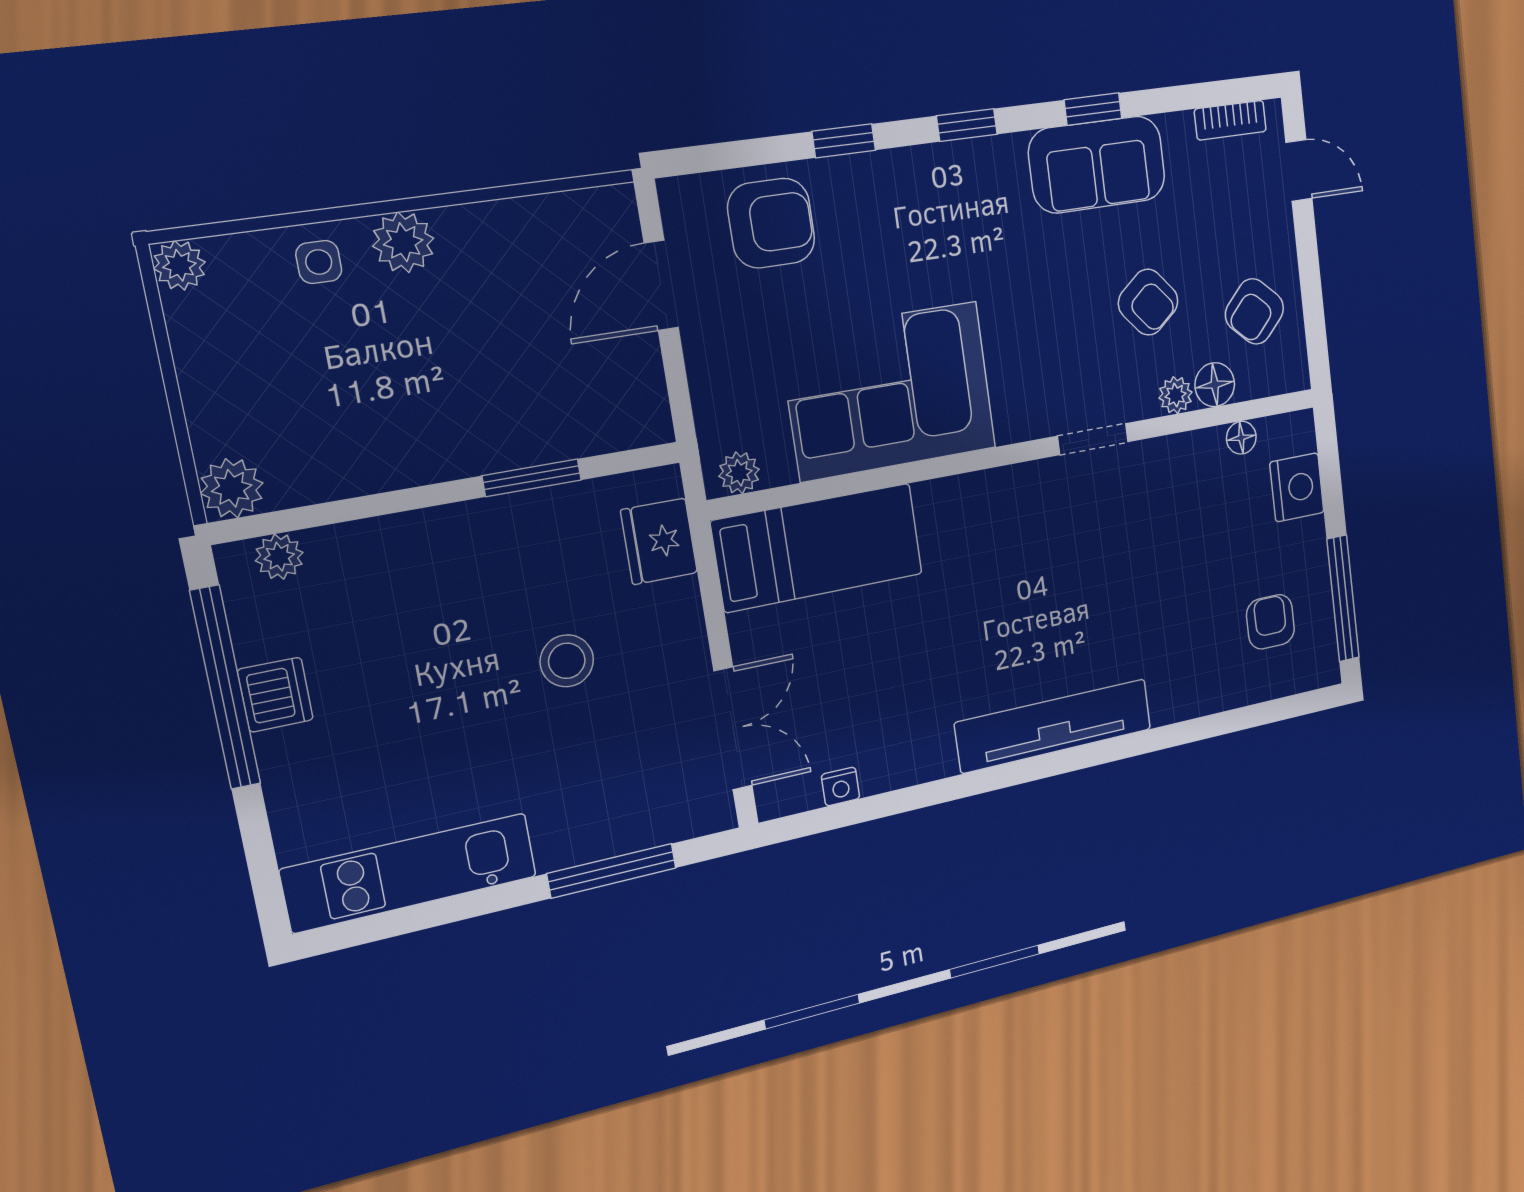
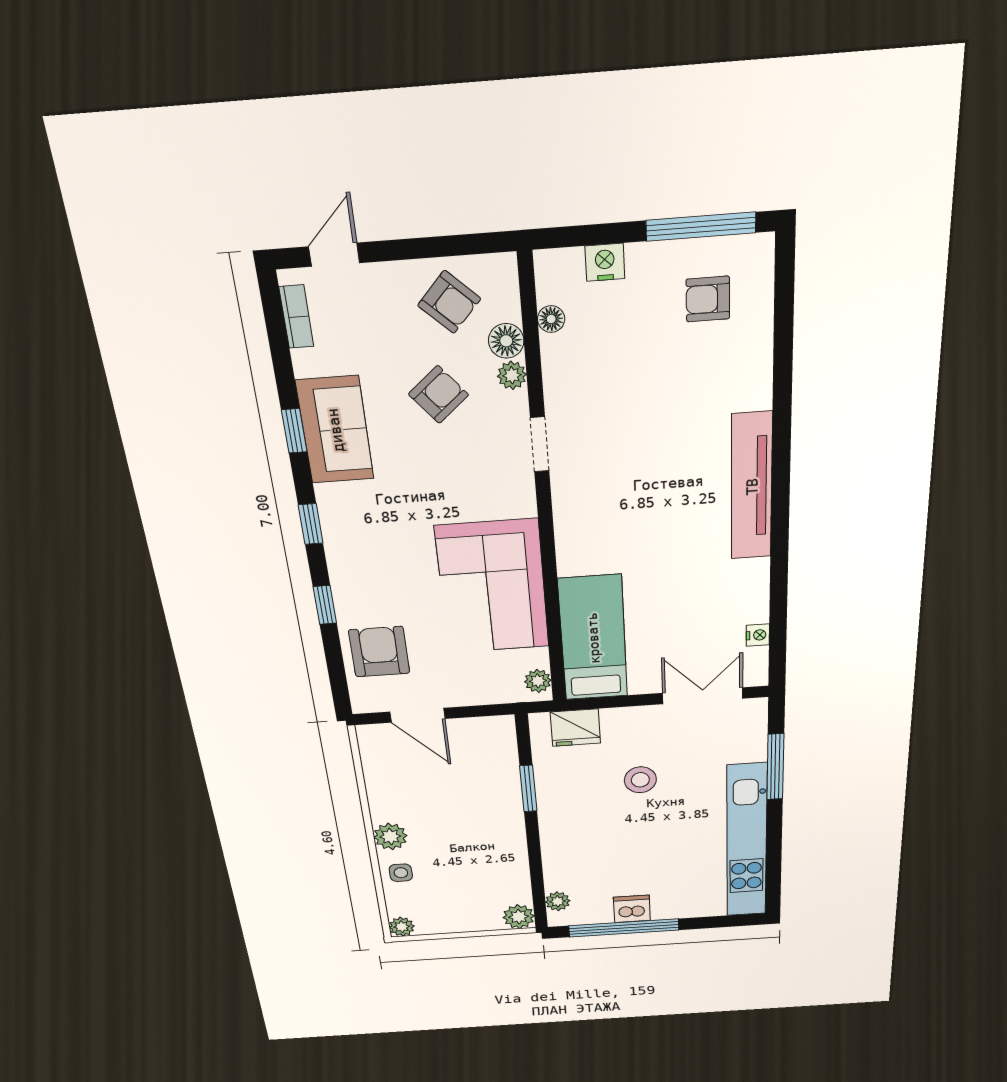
nightstand: (1297, 487) -> (605, 262), width x0.74, depth x0.75
kitchen unit: (410, 873) -> (747, 842), width x1.36

